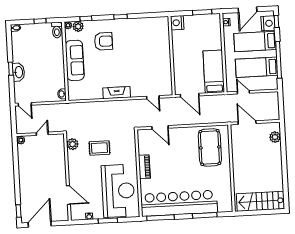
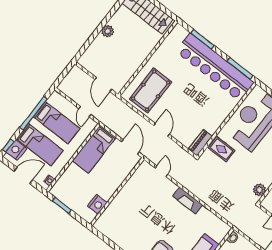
nightstand: (177, 23) -> (97, 204), moved
door: (160, 127) -> (162, 130), moved
plant: (275, 137) -> (108, 31), moved
rug: (99, 148) -> (222, 149), moved
piano: (144, 167) -> (200, 143), moved

